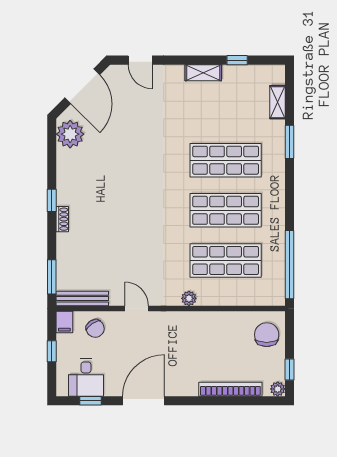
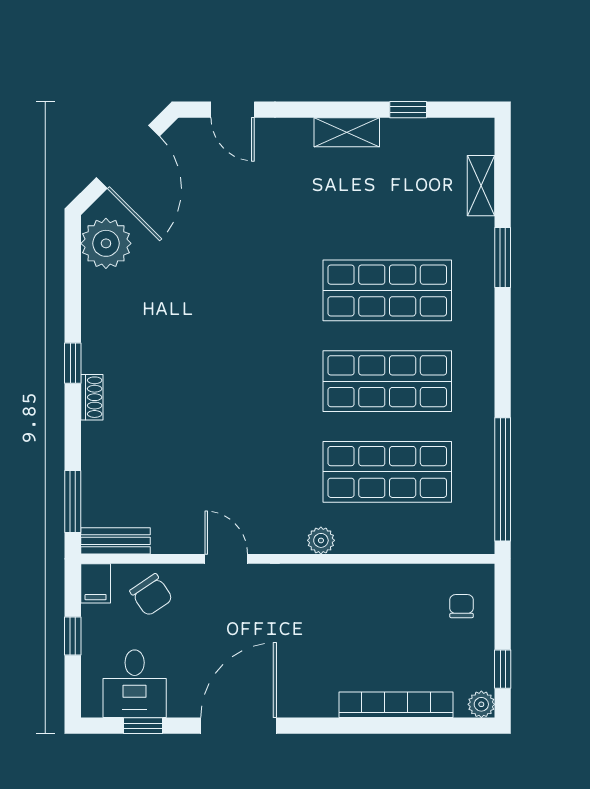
bench: (82, 299) -> (115, 541), width x0.73
chair: (267, 335) -> (462, 606), width x0.54, depth x0.54

